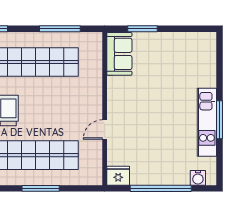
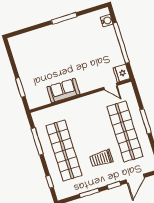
sofa: (119, 54) -> (63, 90), moved
kitchen unit: (207, 122) -> (68, 26), removed
door: (105, 130) -> (110, 86), moved

